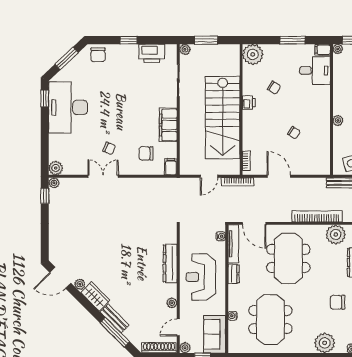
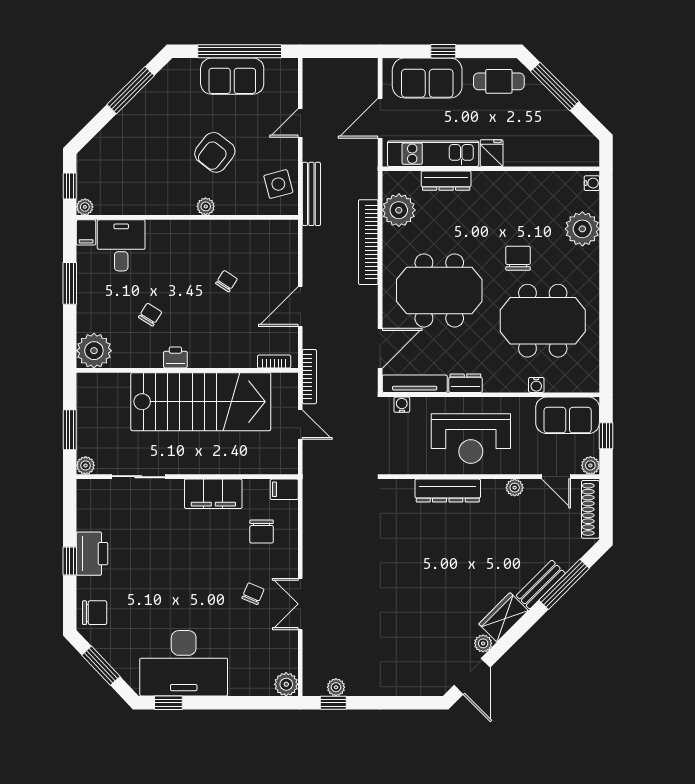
printer: (152, 53) -> (92, 554), moved
plant: (54, 183) -> (336, 687), moved
chair: (337, 302) -> (518, 258), moved, turned 180

